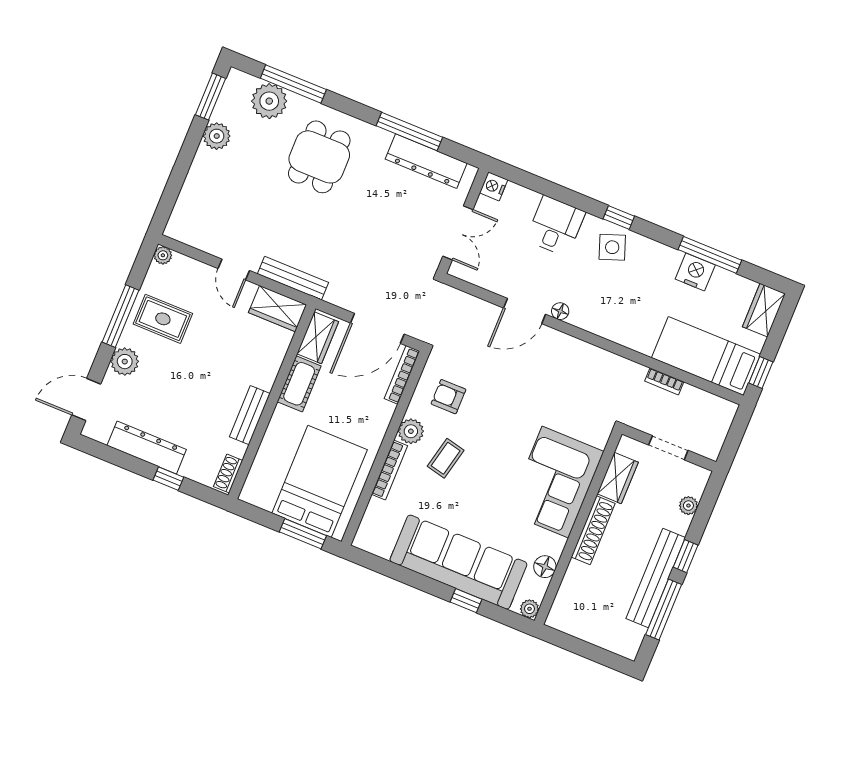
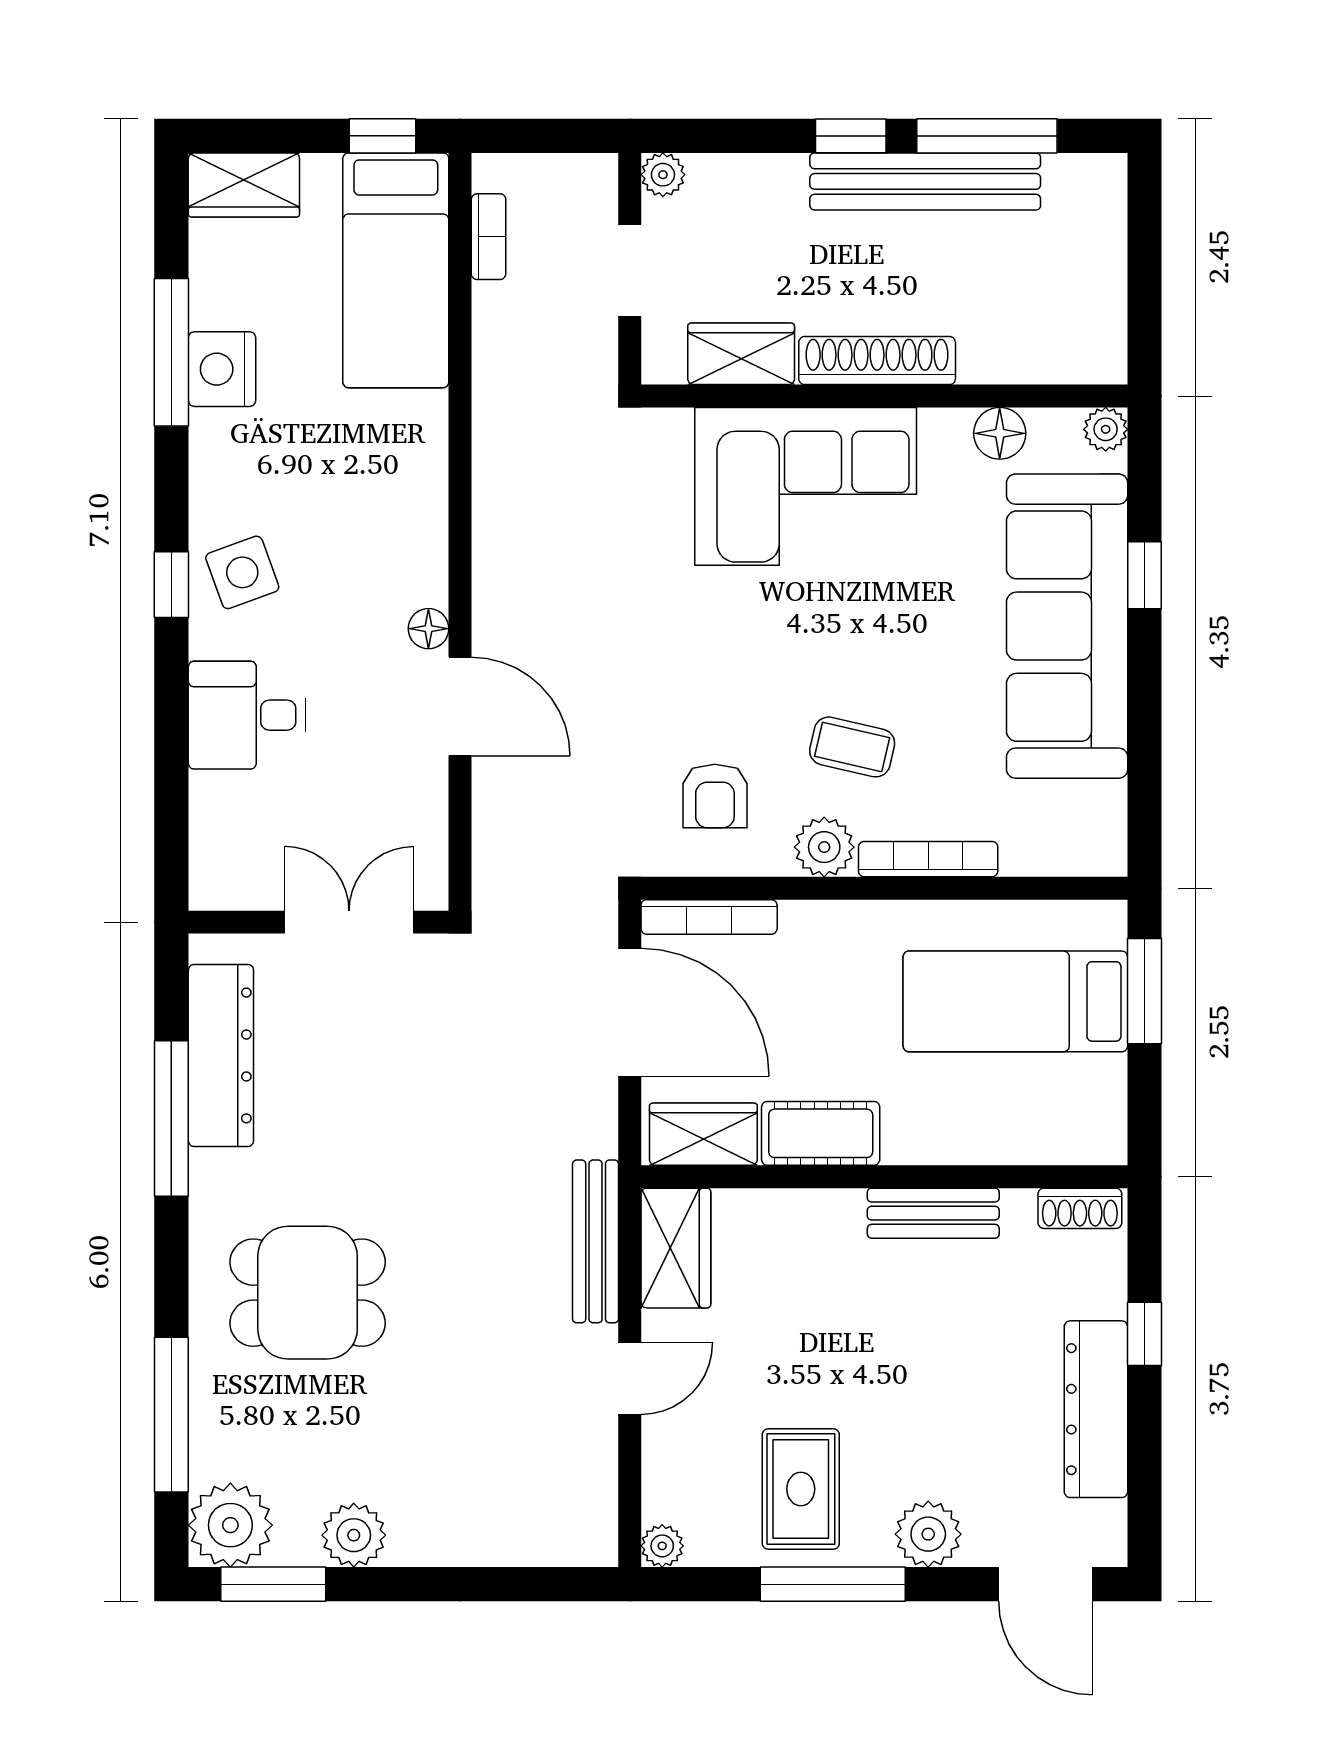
plant: (269, 101) -> (230, 1525), moved
nightstand: (494, 186) -> (216, 886), removed
bookcase: (664, 381) -> (488, 237), moved
bed: (320, 481) -> (1015, 1001), width x0.67
plant: (688, 506) -> (663, 175), moved

